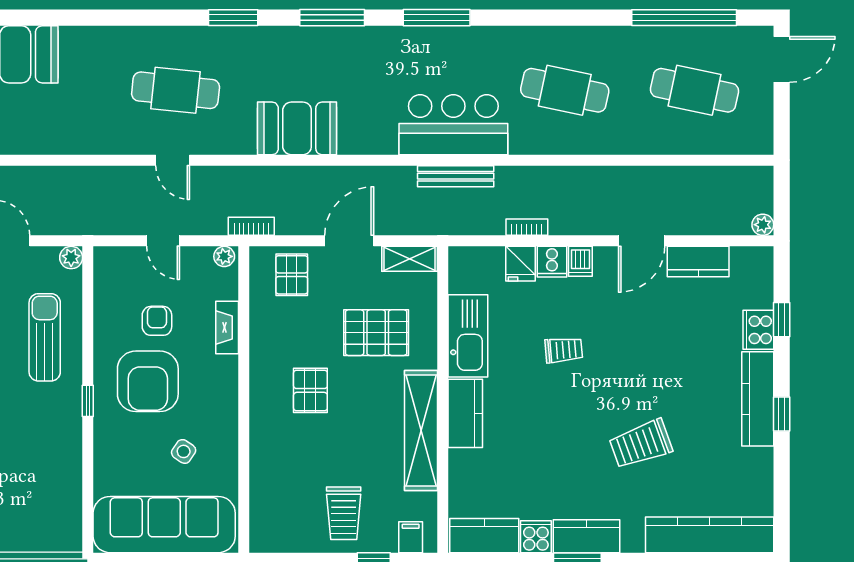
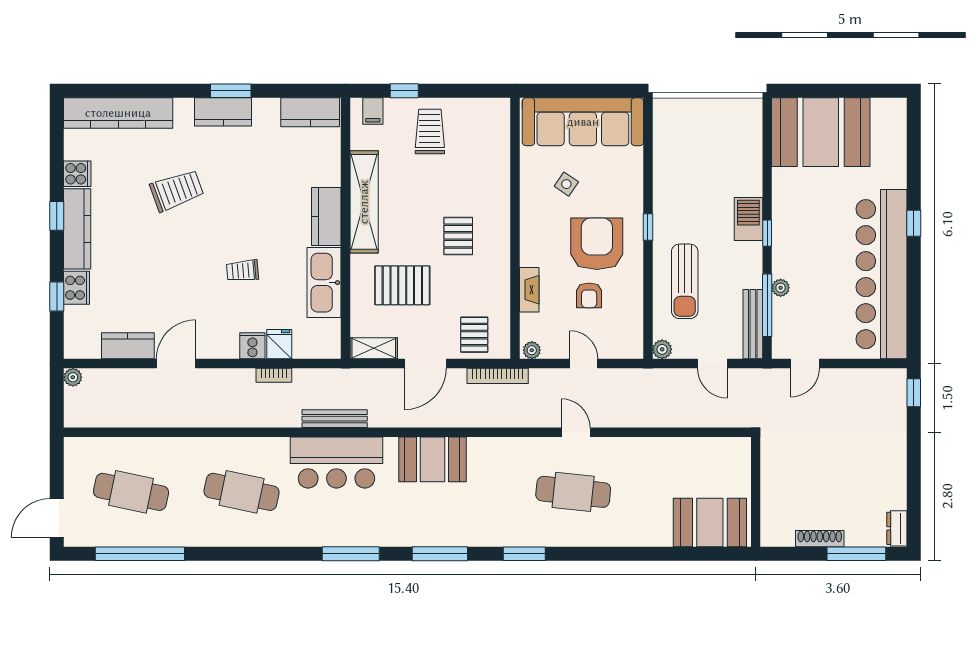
booth: (297, 128) -> (432, 459), moved
bookcase: (251, 226) -> (498, 376), width x1.56
dishwasher: (580, 261) -> (228, 346), removed
cooker: (536, 537) -> (77, 174), moved, turned -90

